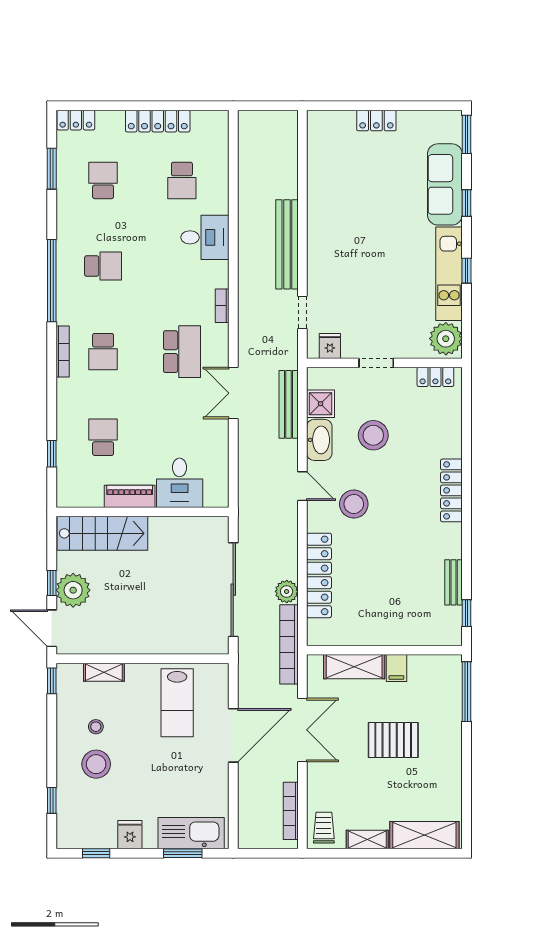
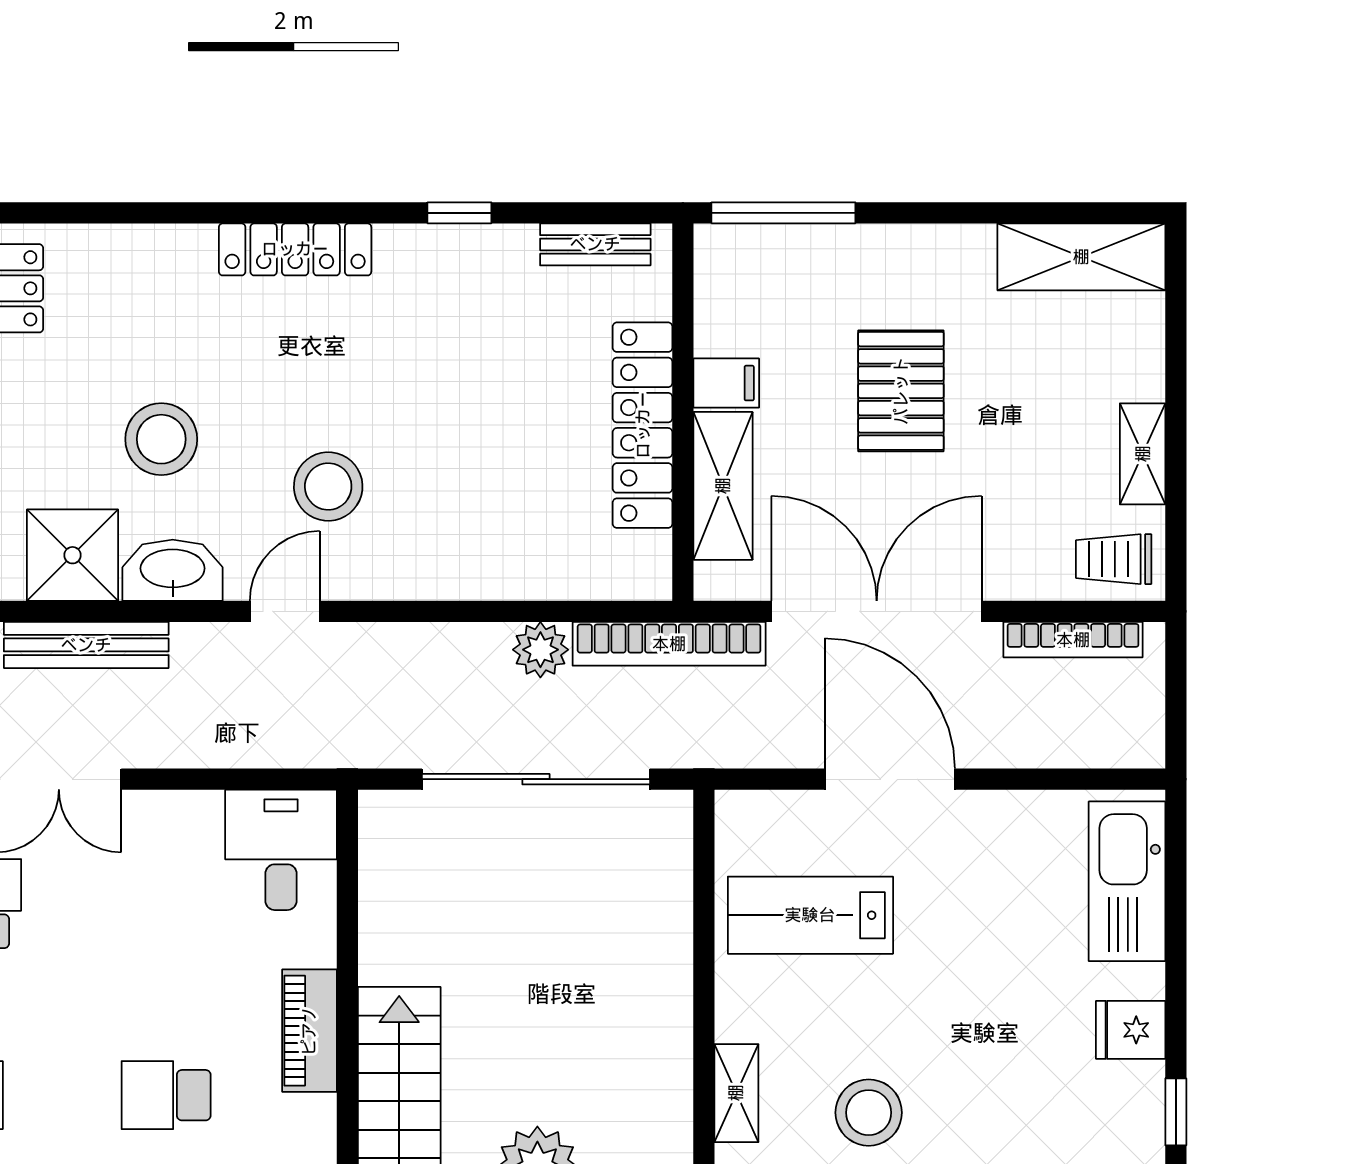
shower: (320, 404) -> (72, 555), width x1.36, depth x1.36
desk: (180, 483) -> (281, 850), moved, turned -90
locker: (319, 575) -> (643, 425), moved, turned -90
bench: (454, 582) -> (595, 244), moved
window: (467, 613) -> (459, 213), moved
lab bench: (177, 703) -> (810, 915), turned 180
stool: (96, 727) -> (869, 1113), width x1.89, depth x1.89
double door: (302, 730) -> (877, 611), width x1.36
stool: (96, 764) -> (960, 1112), removed
shelving: (424, 835) -> (1081, 257), moved, turned 90
window: (183, 853) -> (1176, 902), removed

